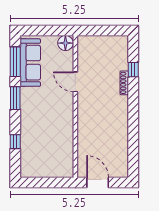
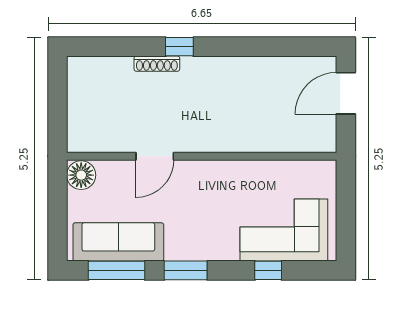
window: (133, 70) -> (179, 47), moved
corner sofa: (37, 150) -> (284, 230), added
door: (98, 183) -> (346, 93), moved

